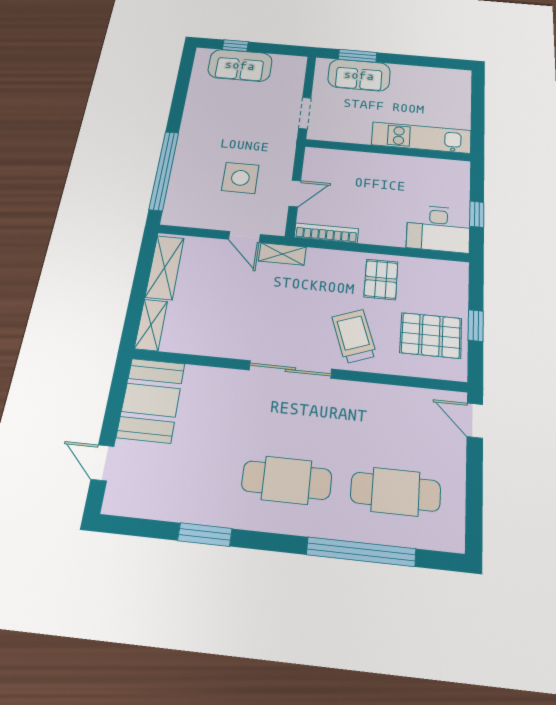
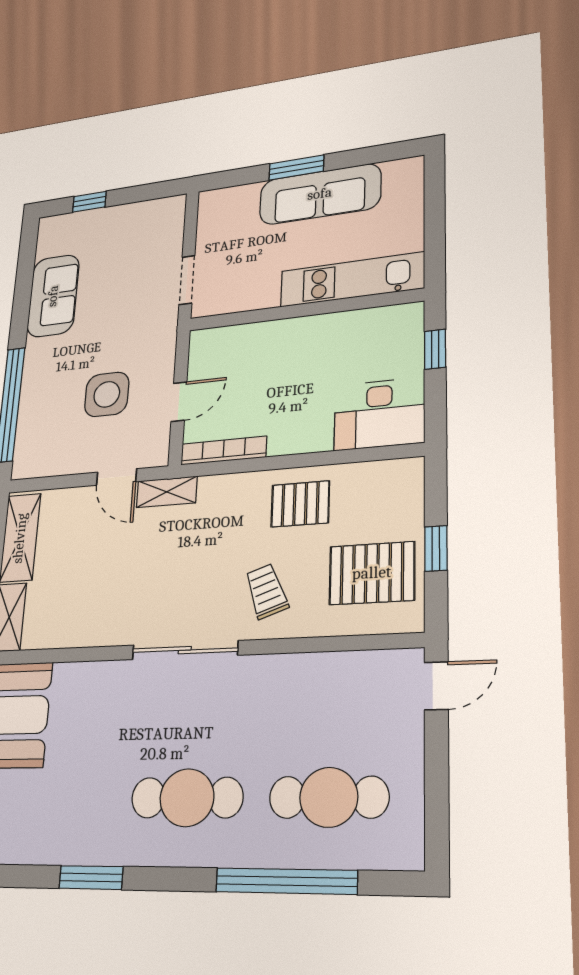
window: (357, 56) -> (296, 168), moved
sofa: (240, 65) -> (53, 296), moved, turned -90
sofa: (359, 75) -> (320, 194), moved, width x1.36
window: (477, 214) -> (435, 349), moved
pallet: (381, 279) -> (300, 504), turned 90
trolley: (354, 336) -> (266, 591), width x0.73, depth x0.72
door: (475, 421) -> (436, 686), swing flipped

